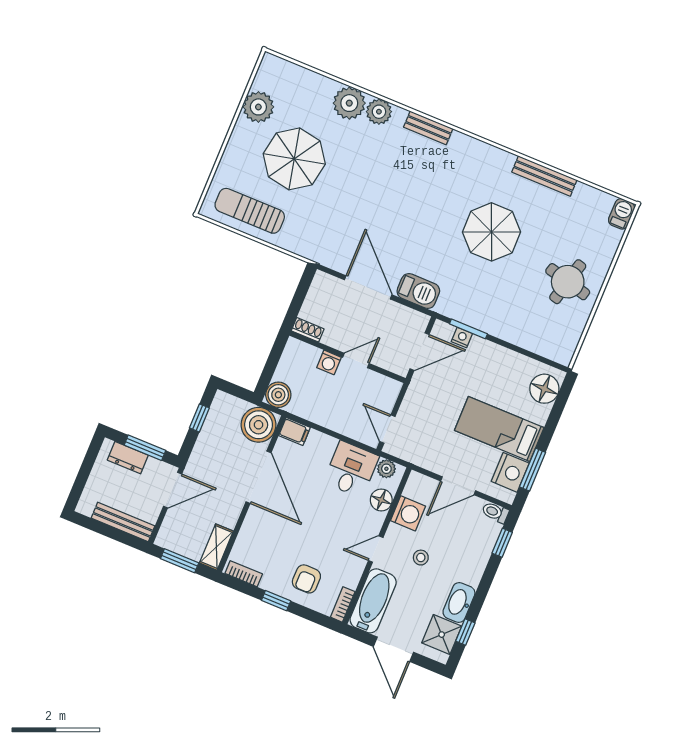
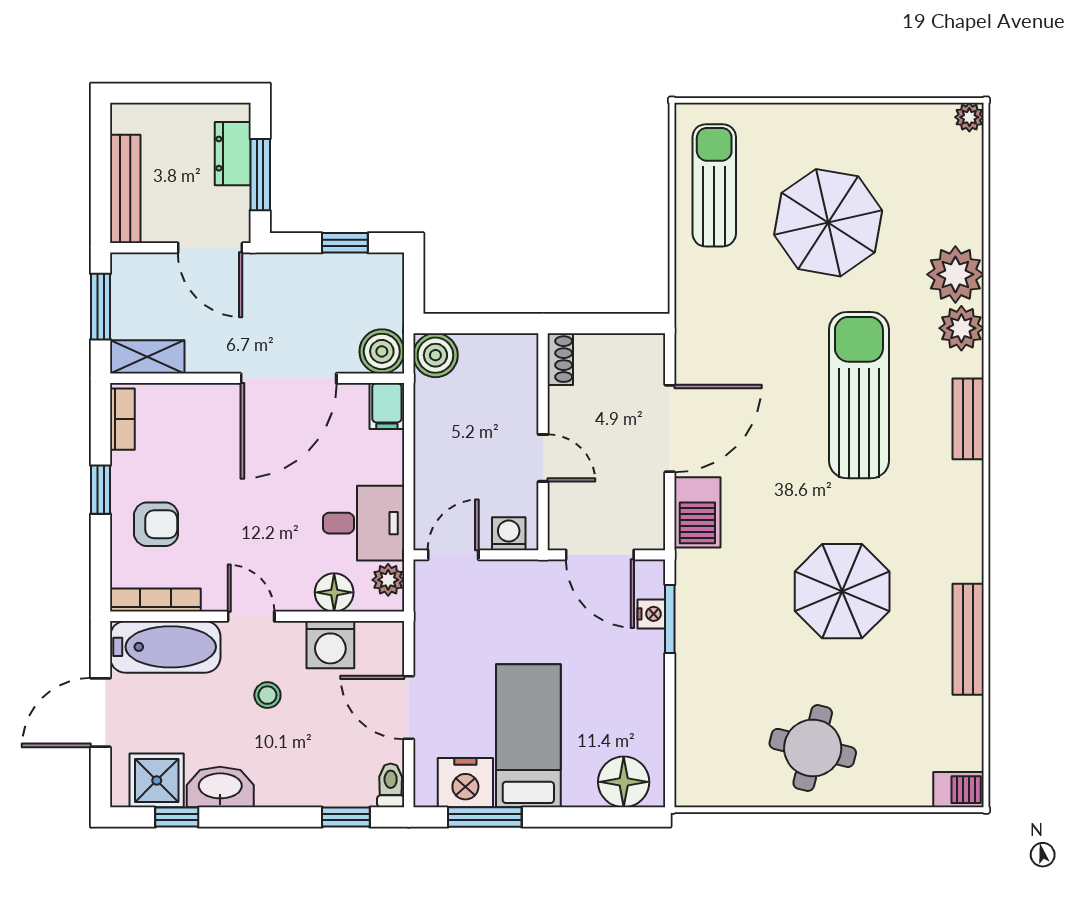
plant: (258, 107) -> (969, 117), moved, width x0.53, depth x0.53
sun lounger: (392, 180) -> (859, 395), added
washing machine: (329, 362) -> (509, 534), moved, turned 90
boiler: (259, 425) -> (382, 351), width x0.73, depth x0.73
armchair: (306, 579) -> (156, 524), turned 180
bookcase: (343, 604) -> (155, 600), width x1.56

